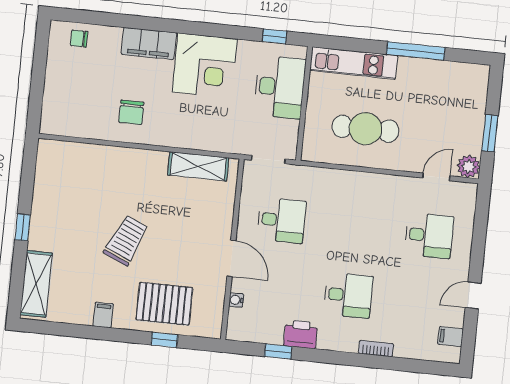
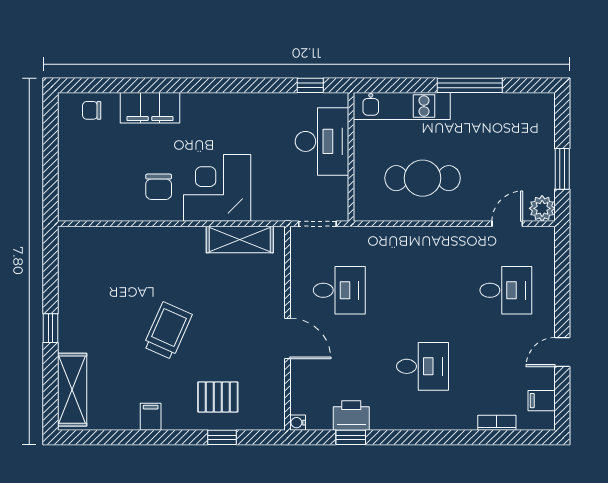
filing cabinet: (149, 43) -> (150, 108), moved
corner desk: (205, 65) -> (217, 188), moved, turned 180
water cooler: (236, 300) -> (298, 423), moved
pallet: (164, 304) -> (218, 397), width x0.67, depth x0.71
printer: (301, 334) -> (351, 416), moved
bookcase: (376, 349) -> (497, 423), moved

